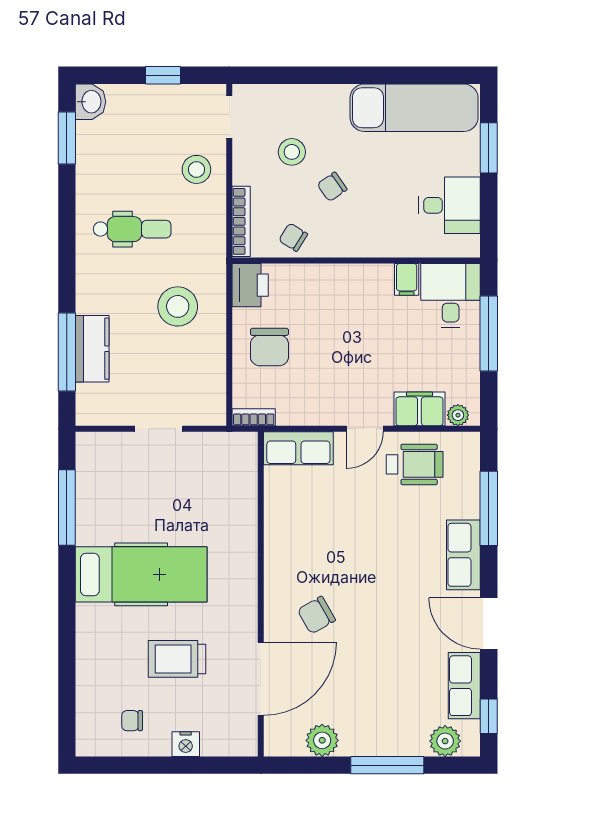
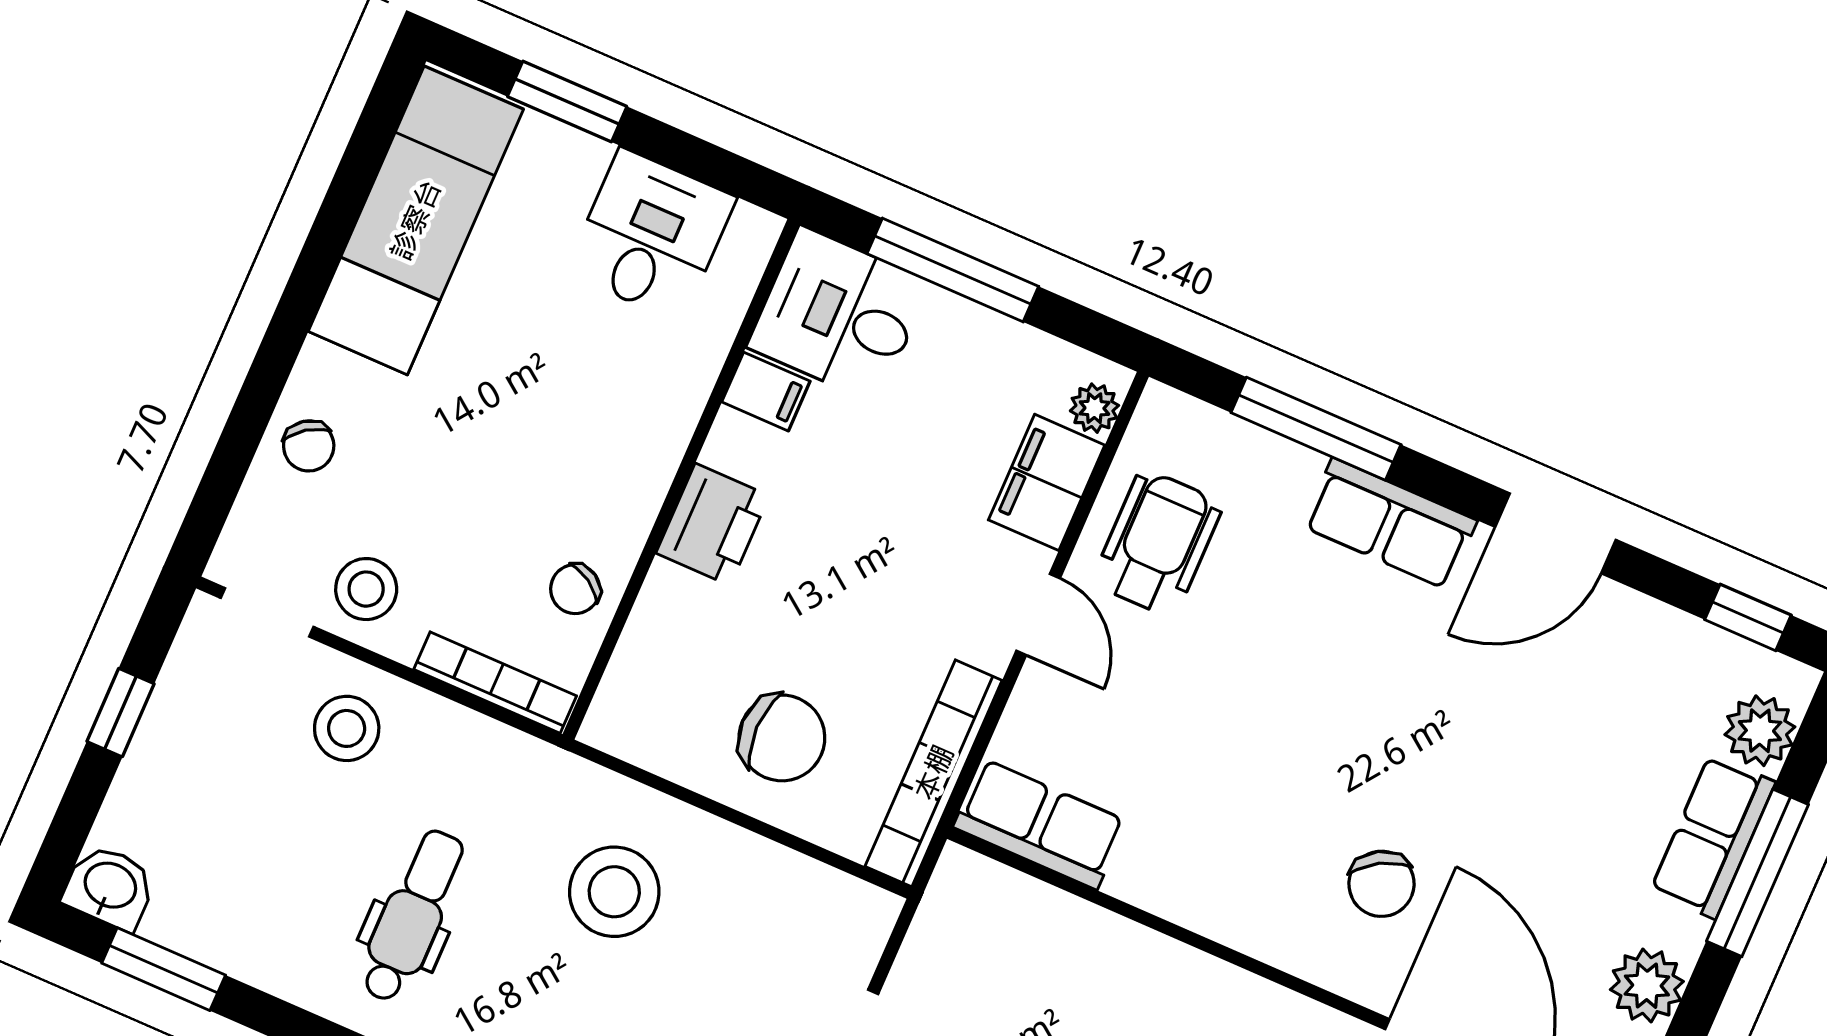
stool: (292, 152) -> (366, 589), moved
chair: (332, 187) -> (309, 446), moved
printer: (250, 285) -> (713, 524), moved, turned 90
bookcase: (254, 417) -> (934, 773), width x2.31, depth x1.31
row of seats: (298, 448) -> (1040, 824), moved, turned -90
row of seats: (464, 686) -> (1713, 837), moved, turned 90

